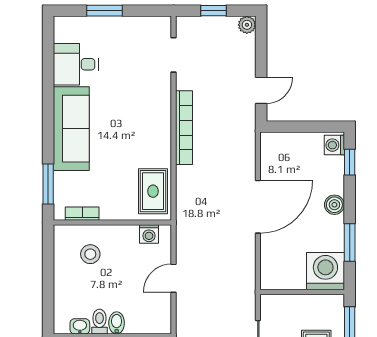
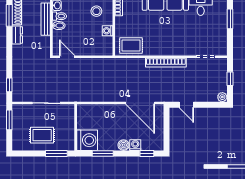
washing machine: (334, 145) -> (135, 145), moved
door: (258, 207) -> (140, 103), moved
washing machine: (149, 234) -> (108, 31), moved
door: (174, 278) -> (67, 57), moved

